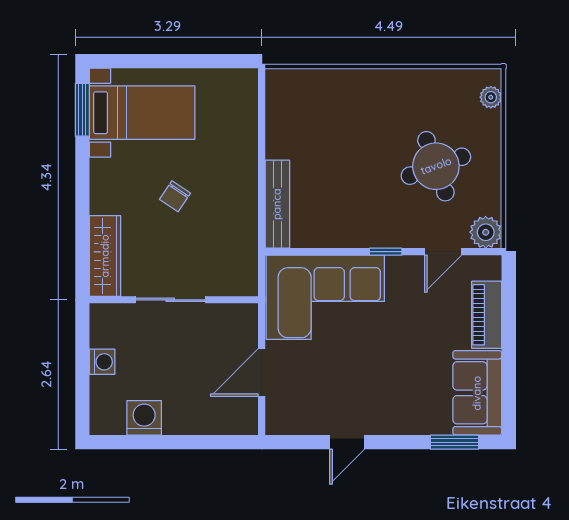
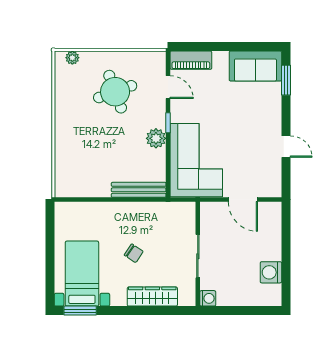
plant: (486, 232) -> (156, 138), moved
wardrobe: (105, 256) -> (152, 297), moved
piano: (487, 315) -> (191, 60), moved
washing machine: (102, 362) -> (208, 298), moved, turned 90

